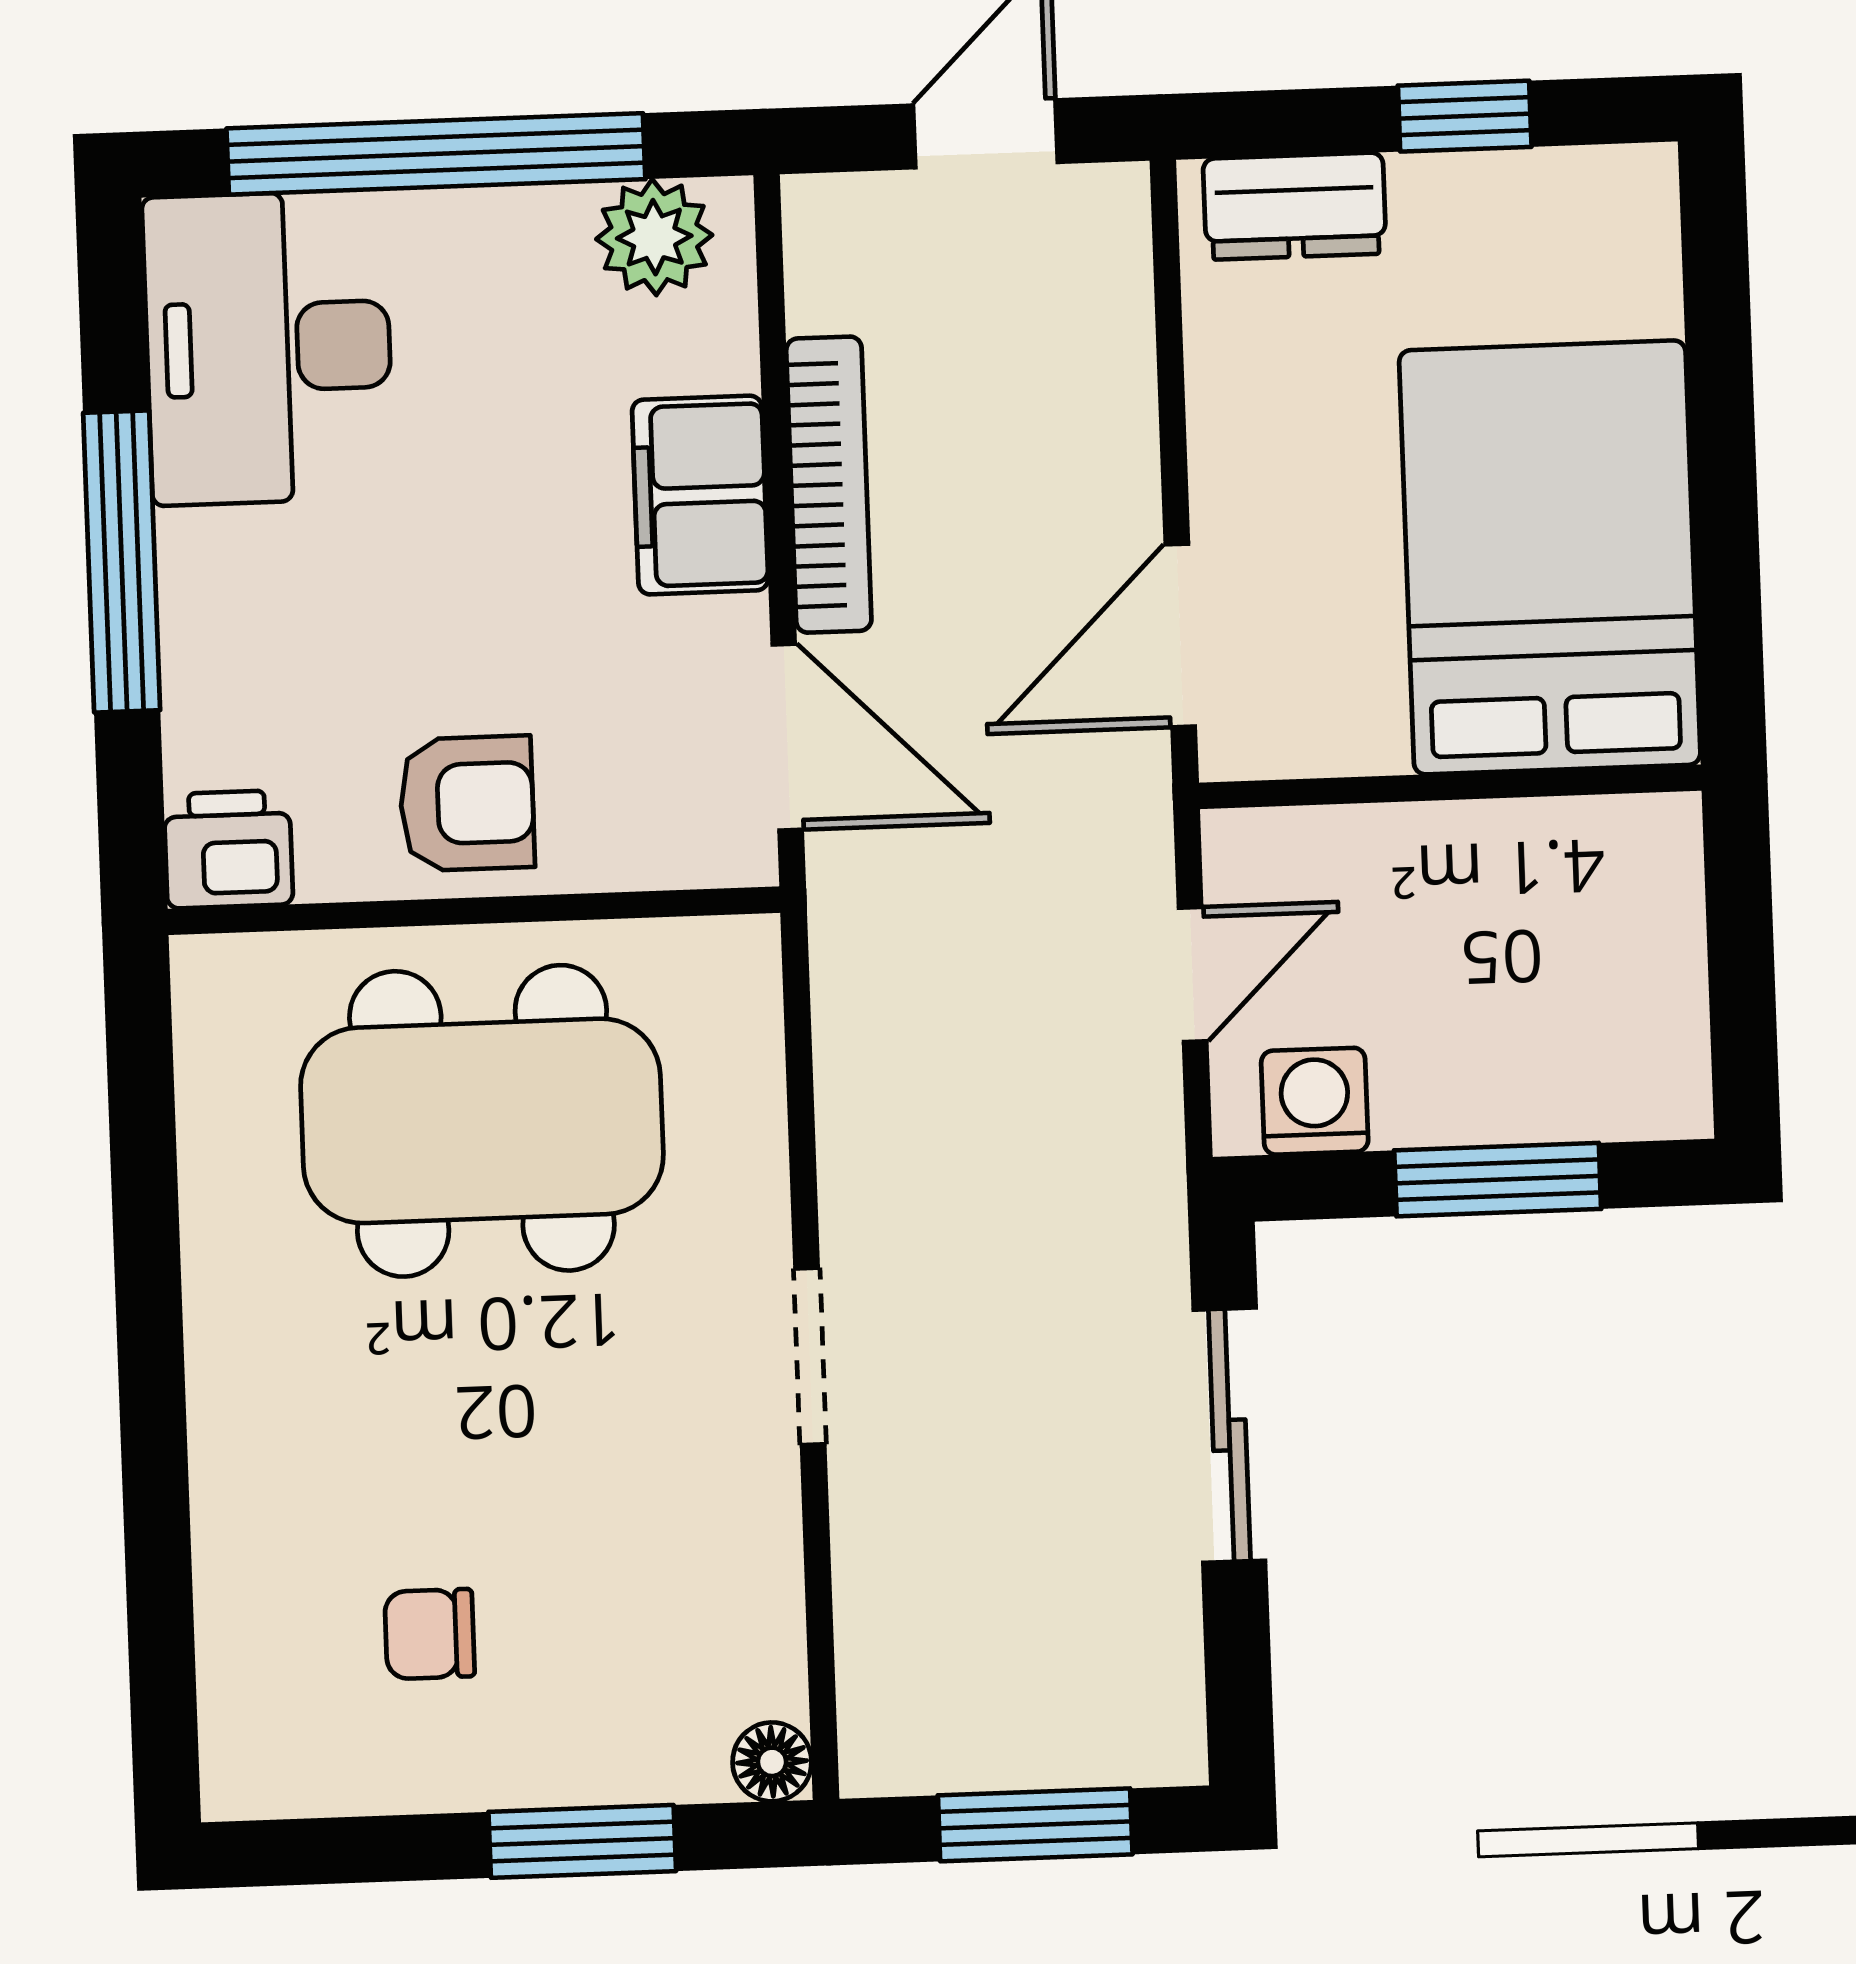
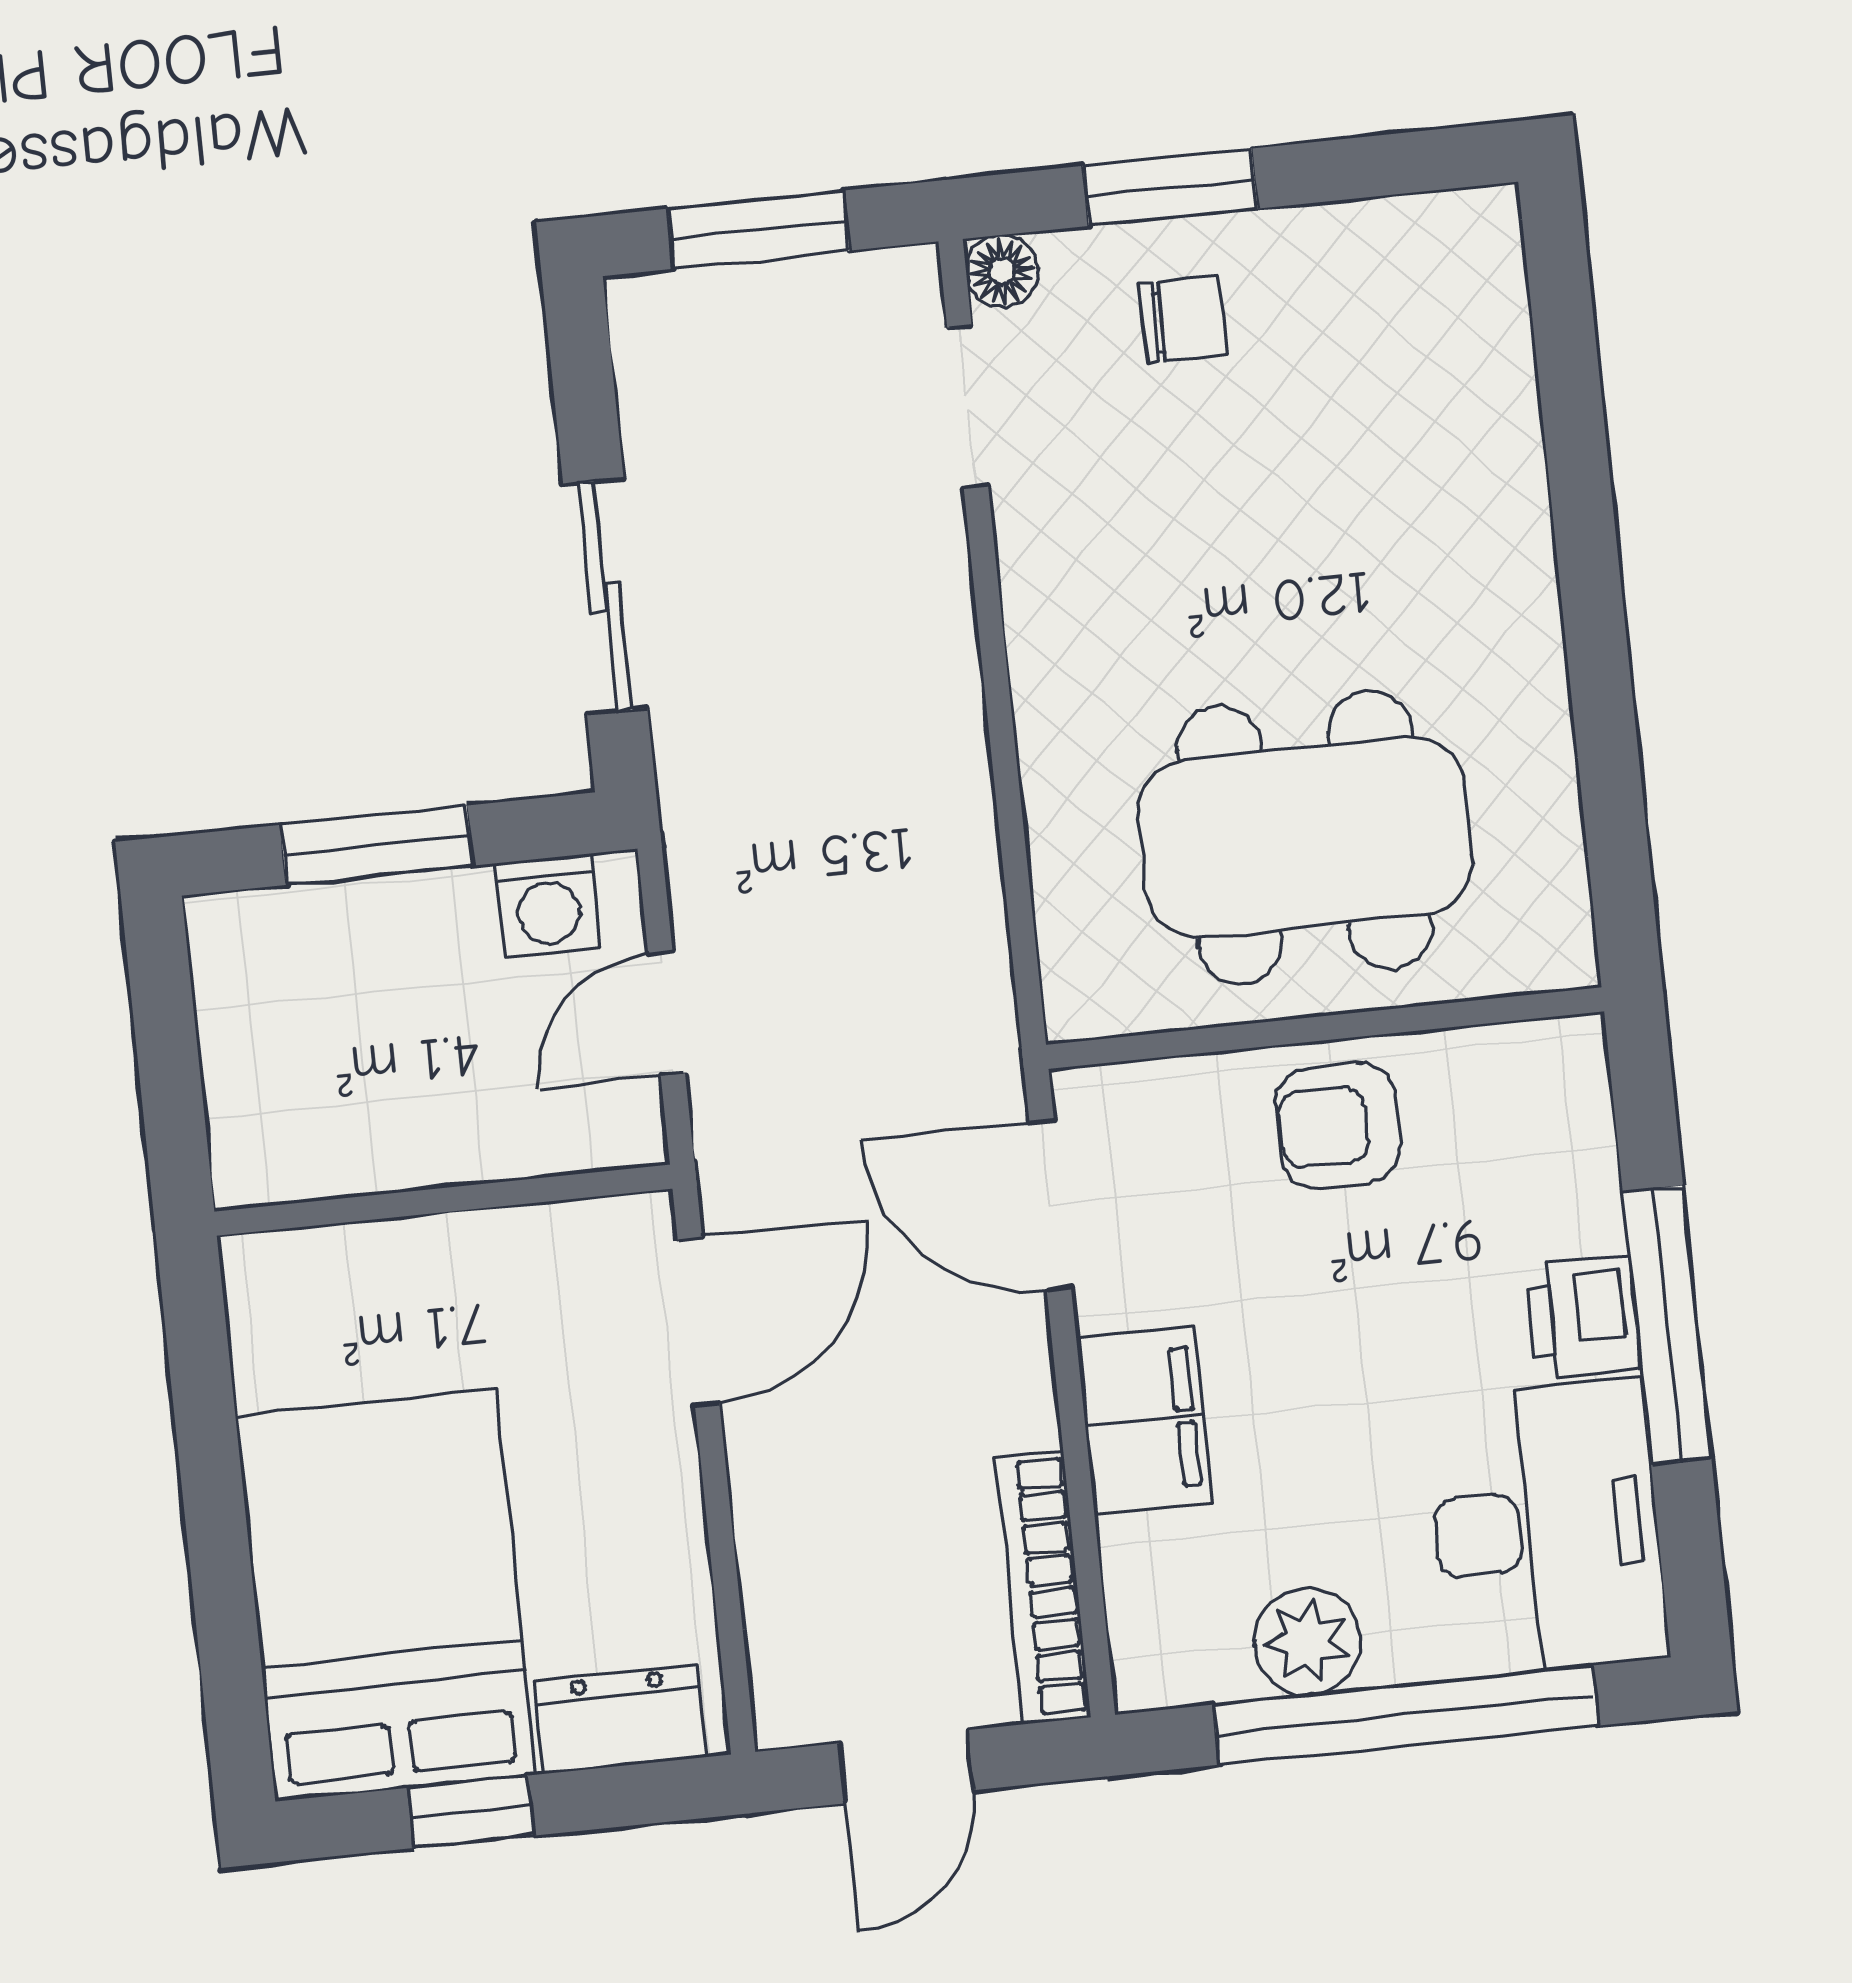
plant: (654, 237) -> (1307, 1642), moved
bookcase: (829, 485) -> (1043, 1587), moved
bed: (1550, 557) -> (385, 1595), moved, turned 180
printer: (228, 849) -> (1583, 1317), moved, turned 90
doorway: (810, 1356) -> (968, 406), moved
chair: (430, 1634) -> (1182, 320), moved

